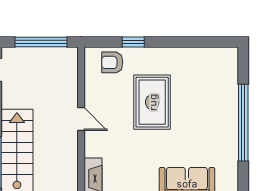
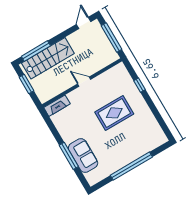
armchair: (112, 62) -> (123, 80), removed
door: (81, 119) -> (84, 82), swing flipped

